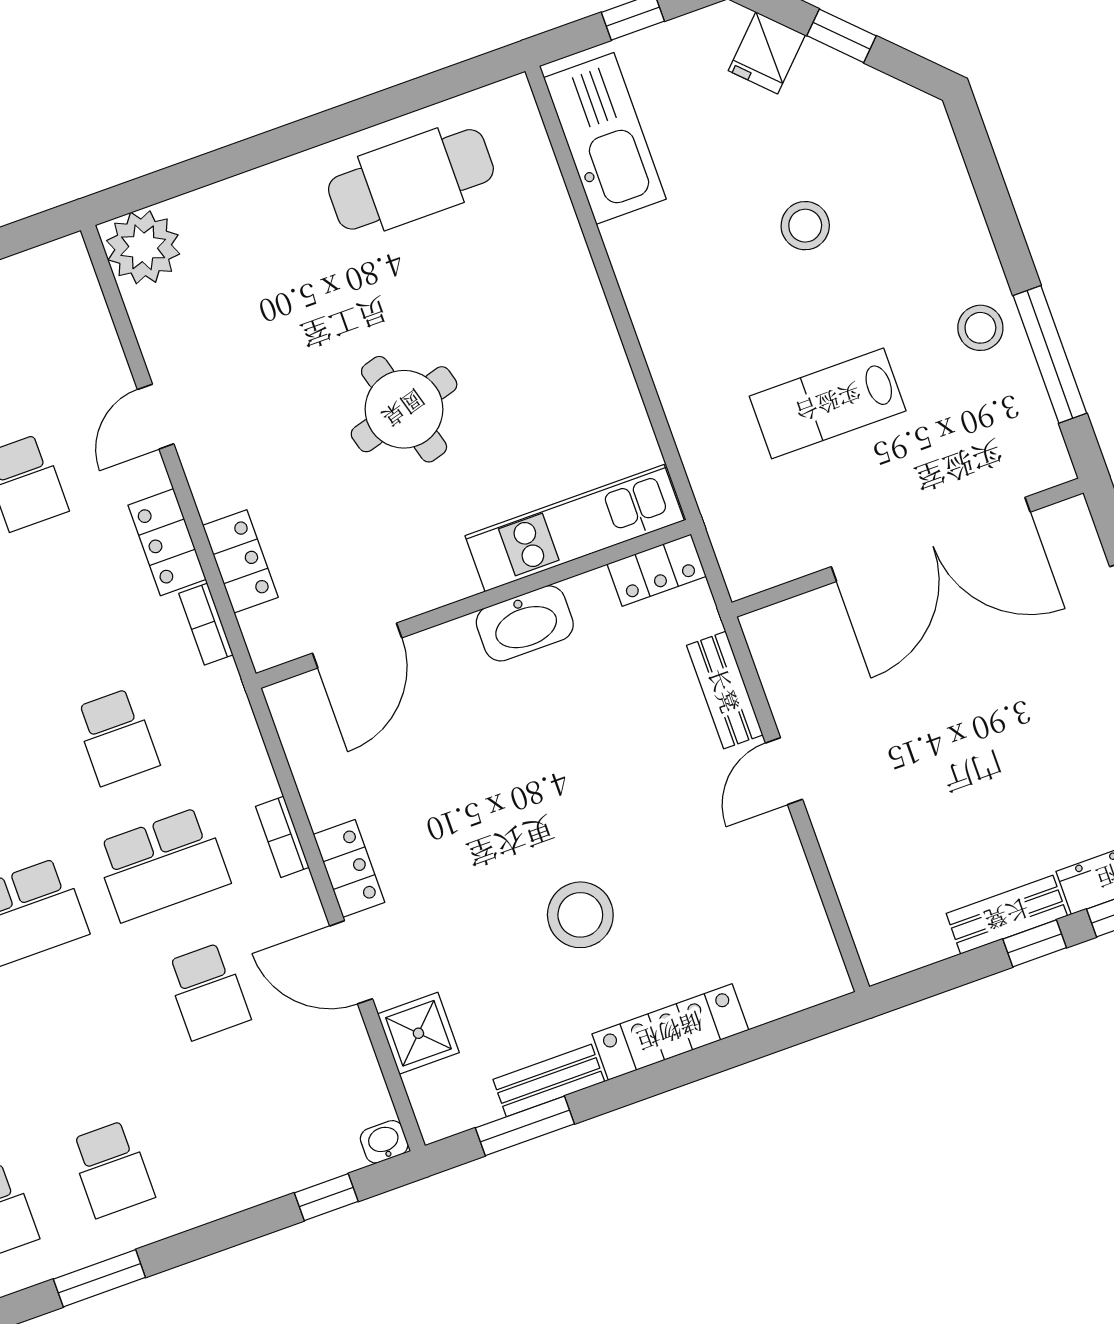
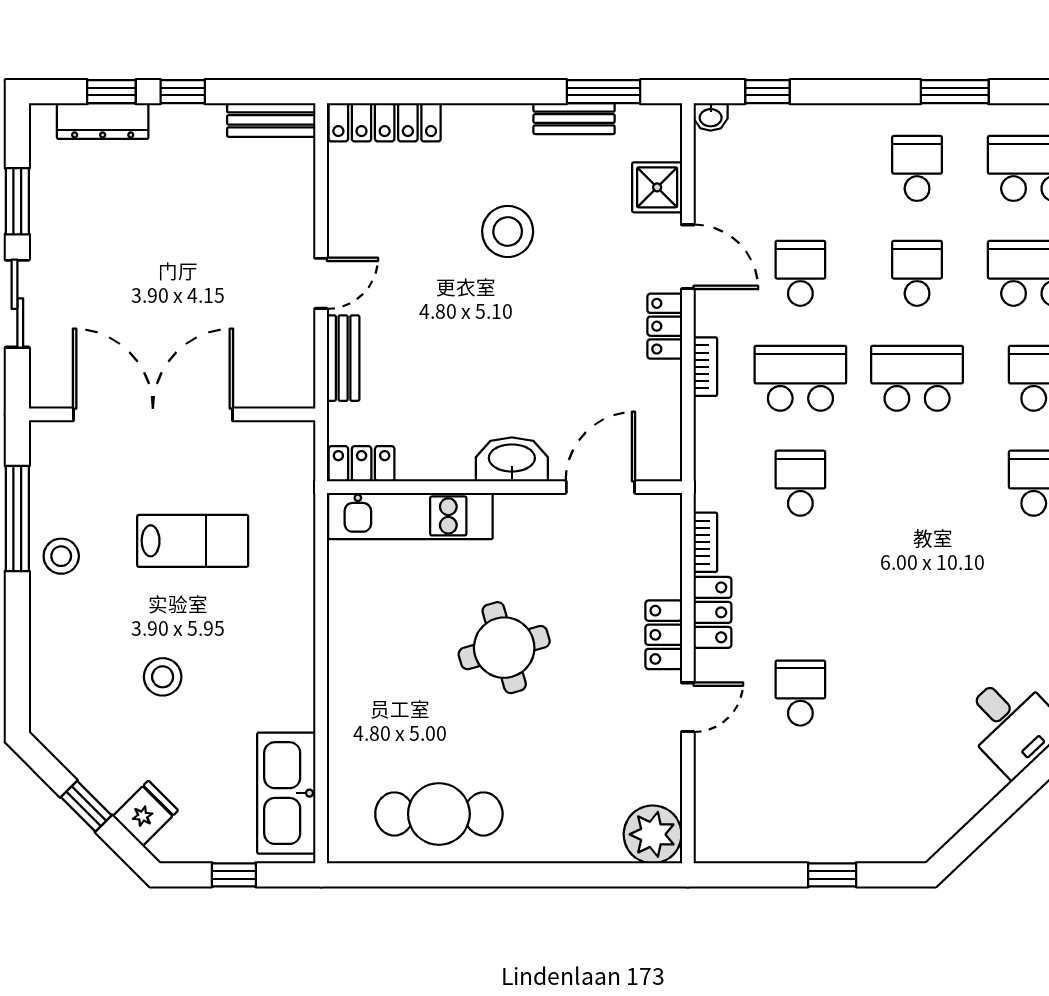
locker: (240, 561) -> (664, 635), moved
washbasin: (525, 623) -> (512, 459), moved
bench: (1007, 915) -> (271, 120), moved
locker: (670, 1032) -> (385, 122), moved
school desk: (66, 1042) -> (917, 273), added

